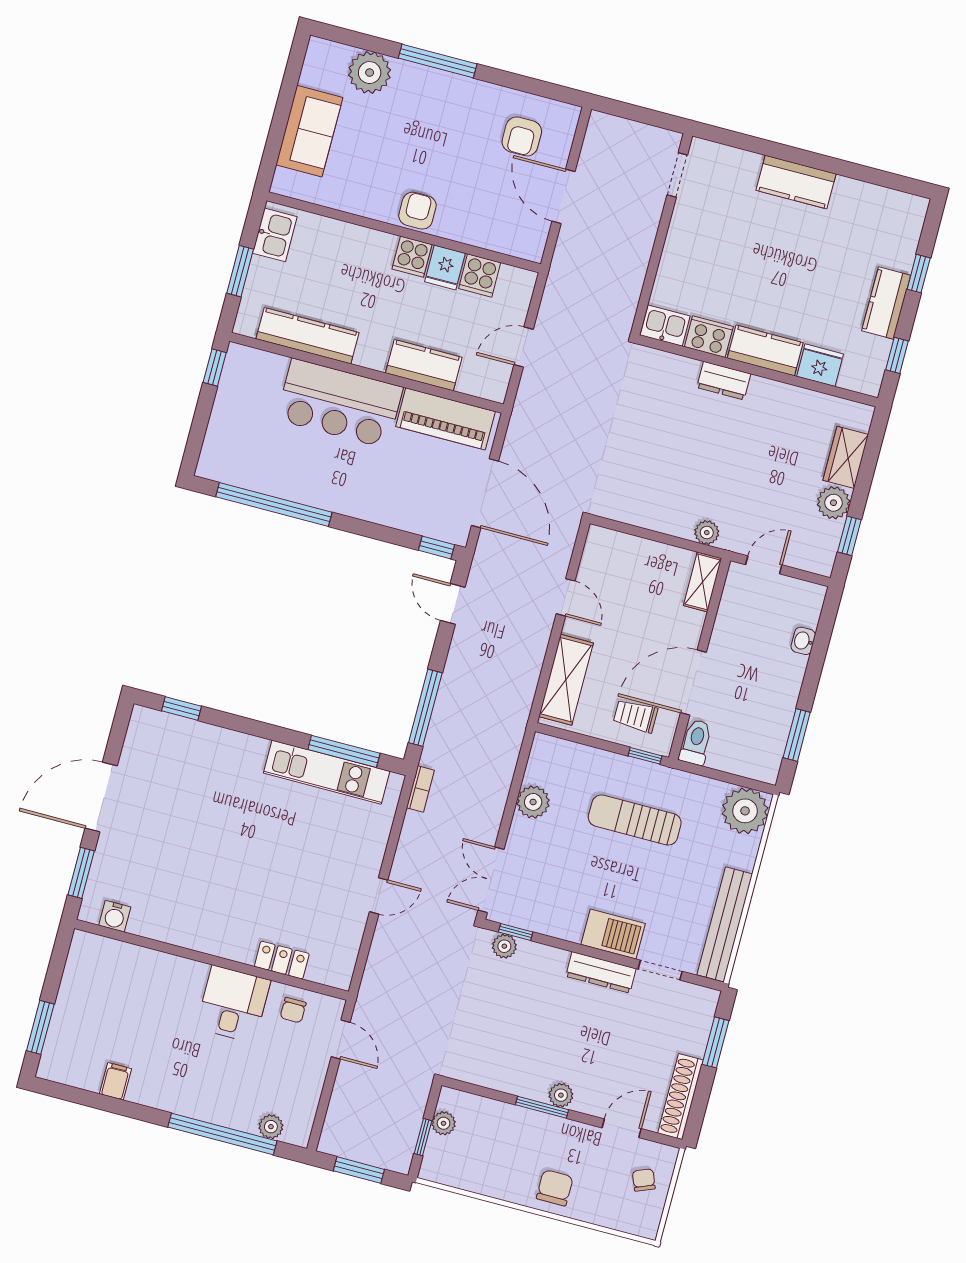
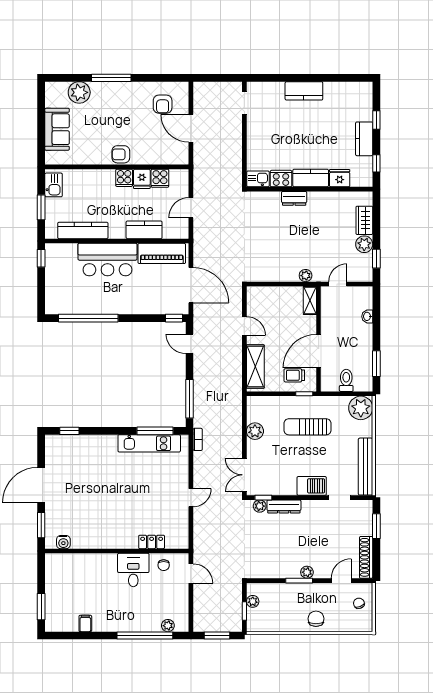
armchair: (417, 211) -> (121, 154), turned -90
toilet: (696, 742) -> (346, 380), moved
dresser: (601, 972) -> (284, 506), moved

